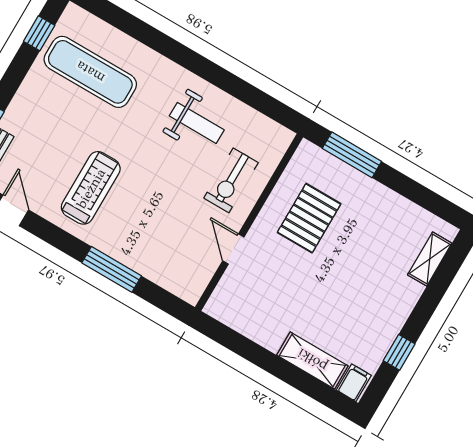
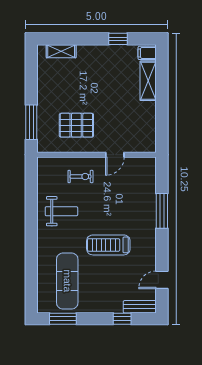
window: (39, 33) -> (63, 319), width x1.50
weight bench: (197, 123) -> (61, 211), turned 90
exercise bike: (231, 180) -> (81, 176), width x0.73, depth x0.72
treadmill: (91, 188) -> (108, 245), moved

